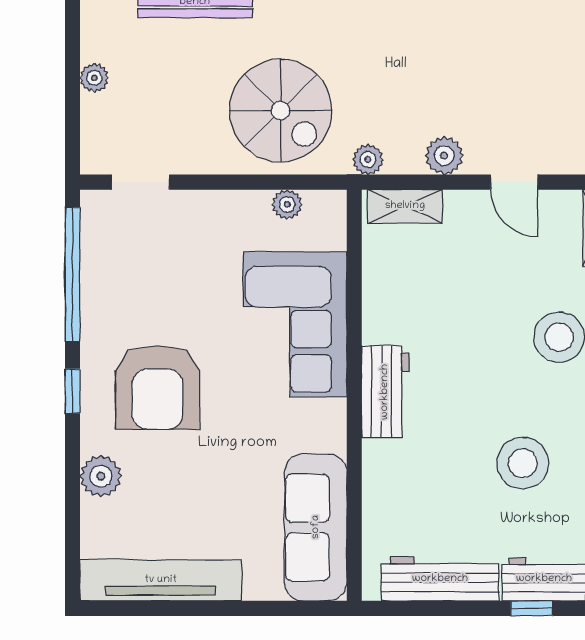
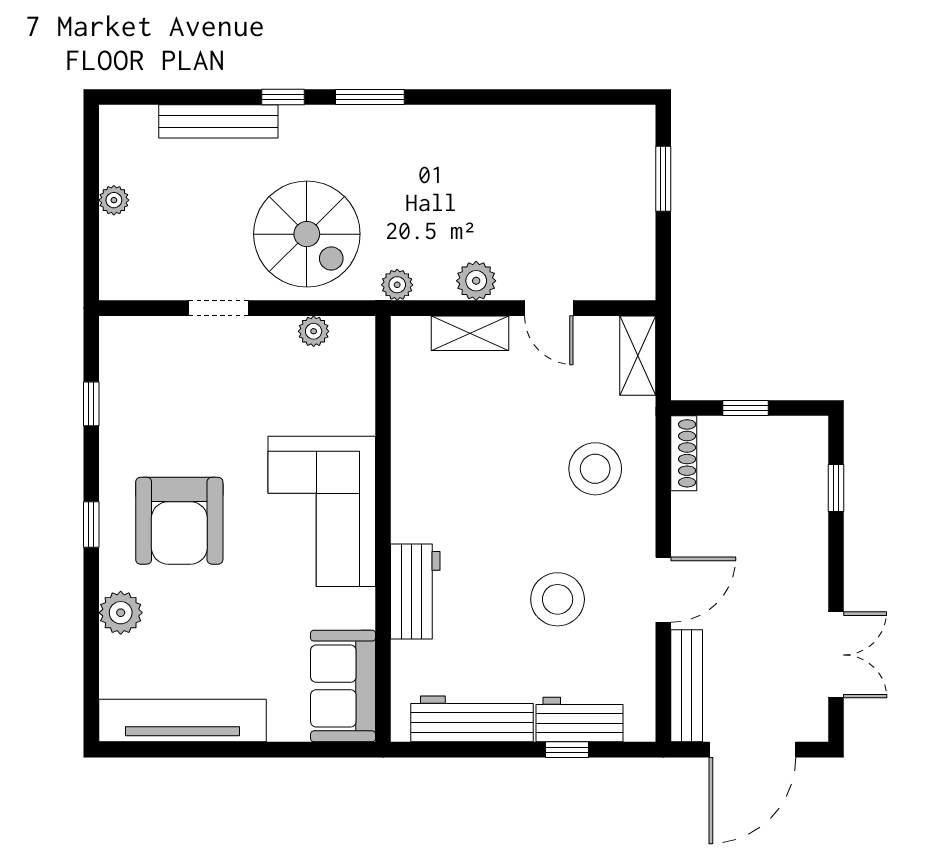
doorway: (140, 182) -> (218, 308), moved
shelving: (405, 206) -> (470, 333), moved
window: (73, 275) -> (91, 404), width x0.32
corner sofa: (295, 324) -> (322, 511), moved
workbench: (385, 392) -> (415, 591), moved
sofa: (316, 527) -> (343, 686), width x0.73

